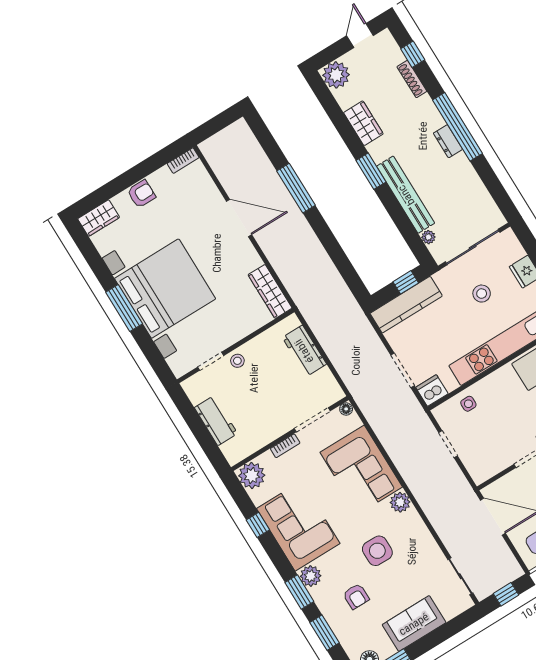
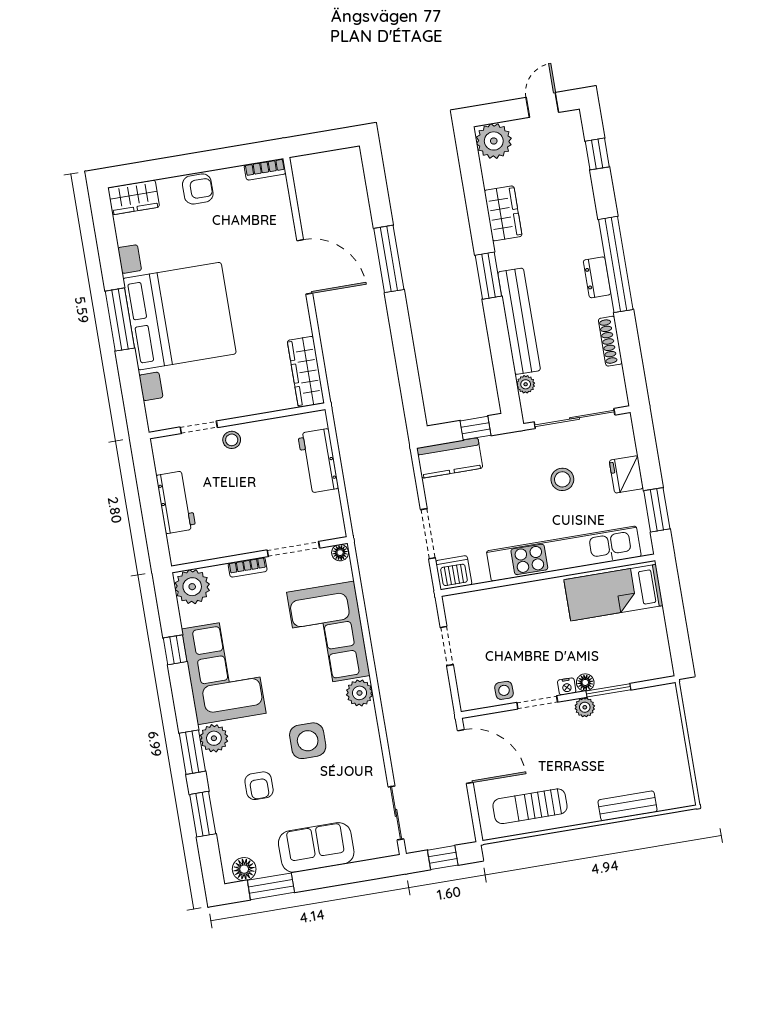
shoe rack: (412, 79) -> (610, 341), moved
kitchen counter: (406, 305) -> (450, 458), width x0.67
side table: (468, 404) -> (504, 690), moved

